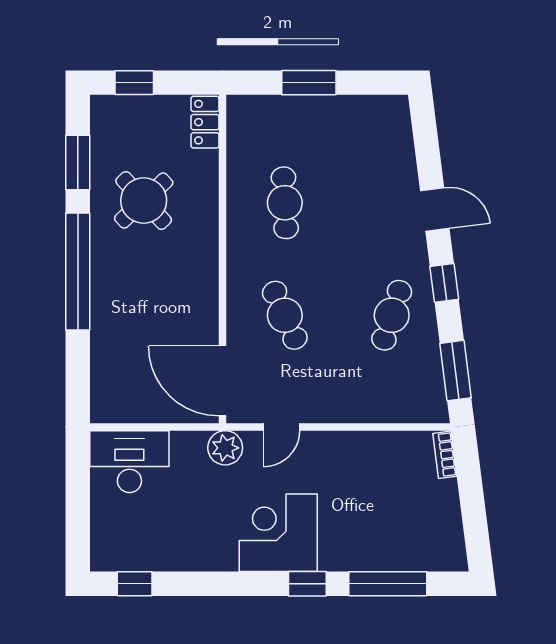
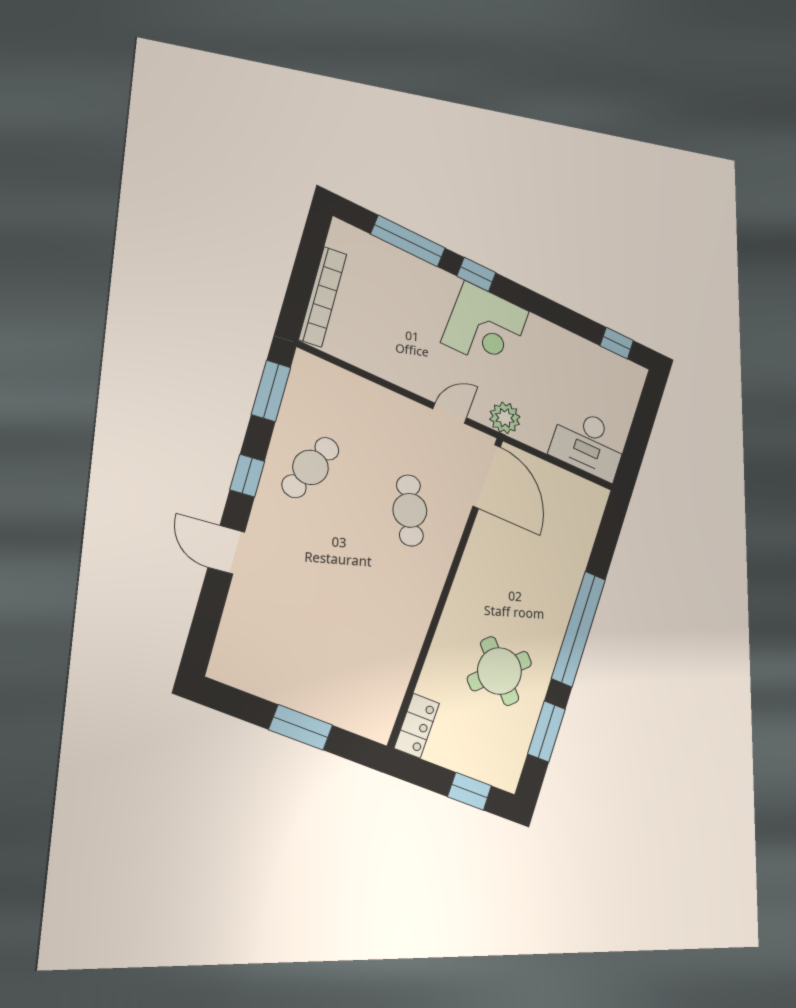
cafe table: (285, 203) -> (370, 616), removed
bookcase: (445, 455) -> (323, 296), width x2.31, depth x1.31

